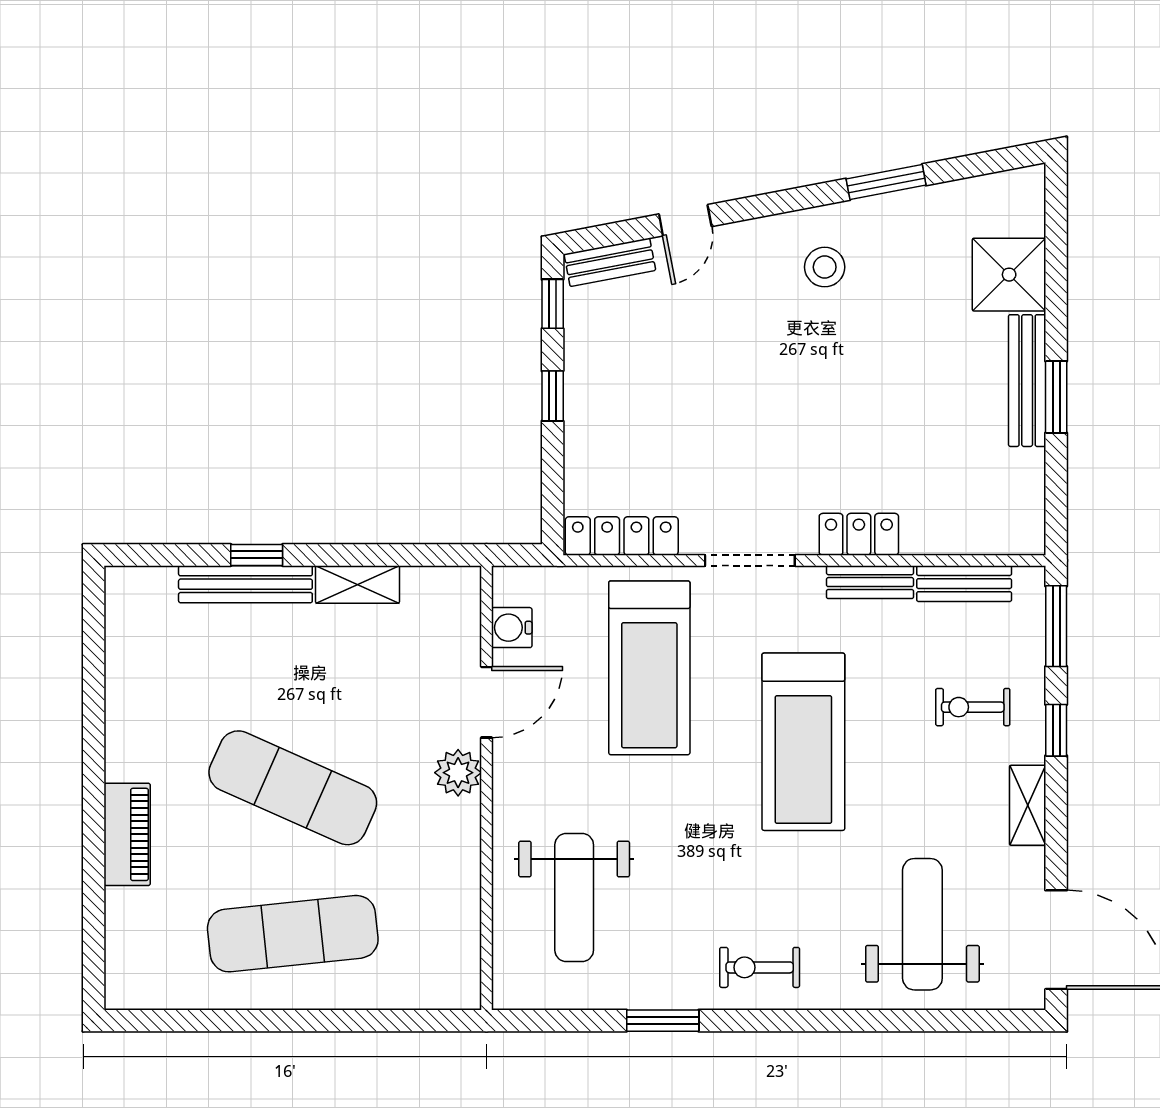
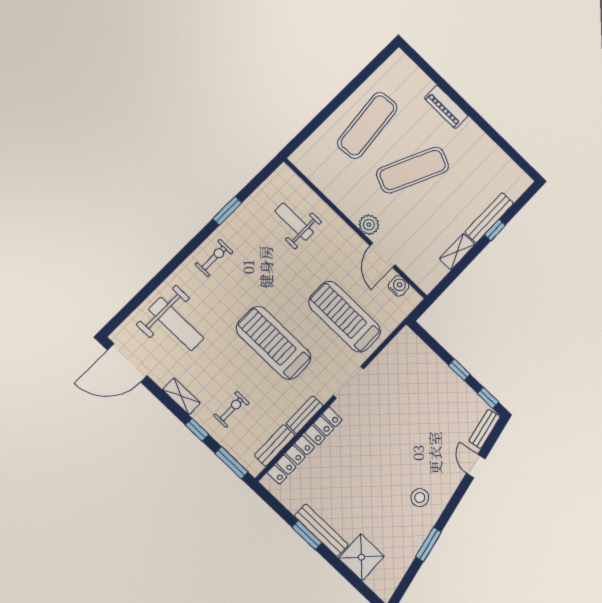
locker: (622, 536) -> (291, 460), moved
weight bench: (574, 898) -> (294, 222), width x0.73, depth x0.75

